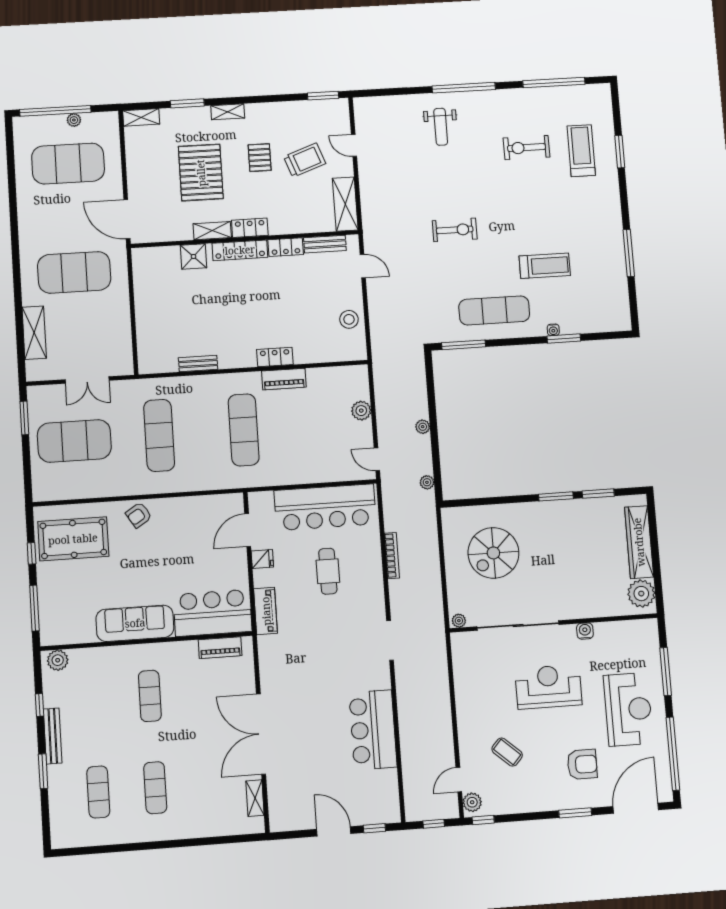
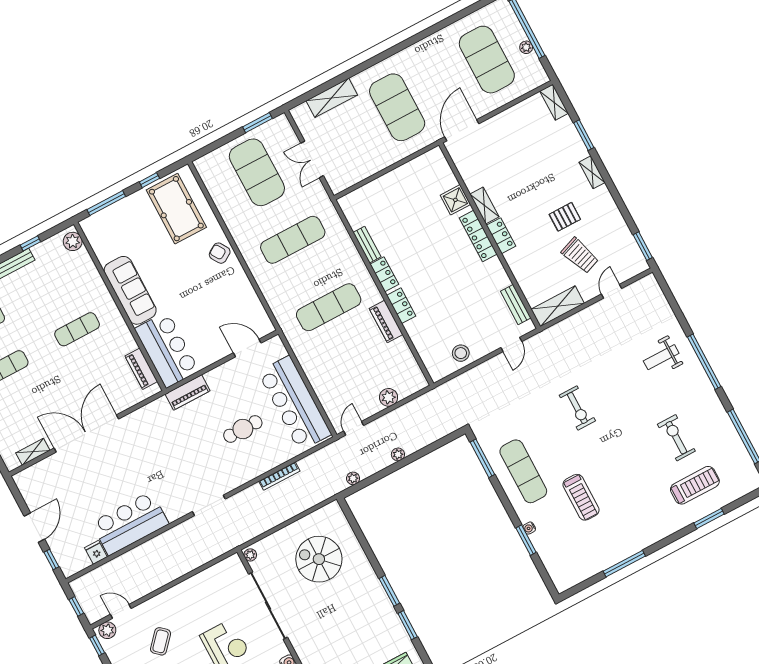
pallet: (201, 173) -> (530, 173), removed
locker: (286, 247) -> (384, 274), moved, turned 180
fridge: (262, 559) -> (96, 552), moved, turned 180

